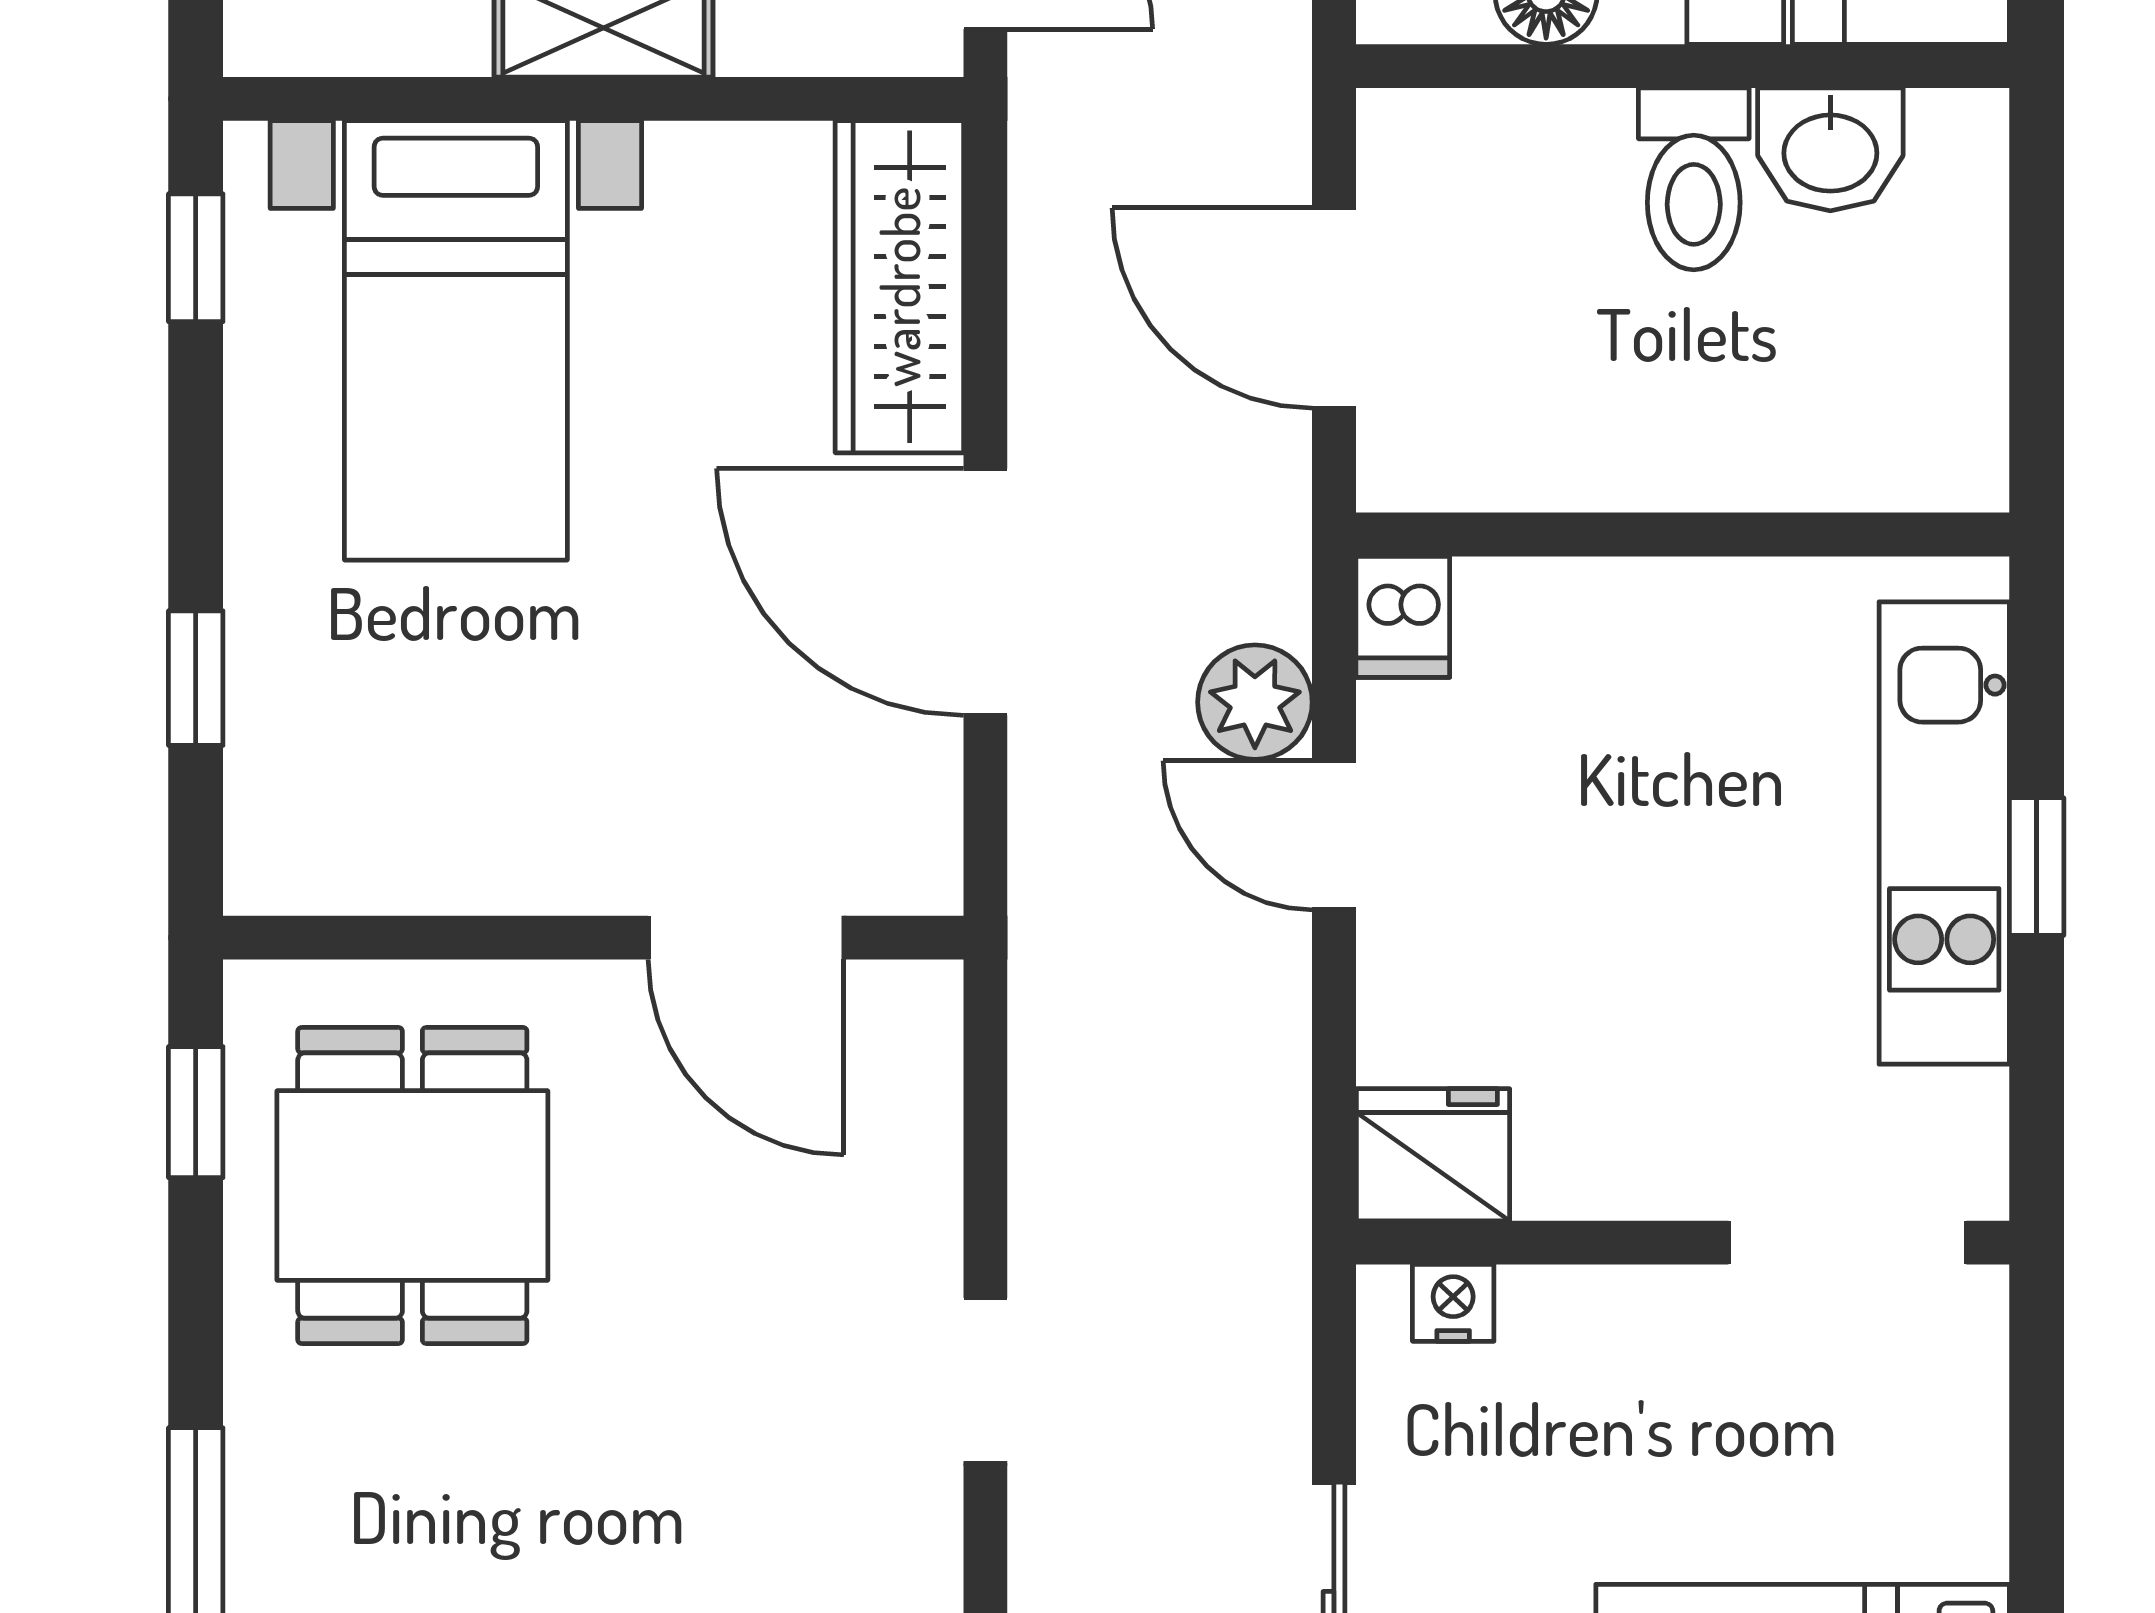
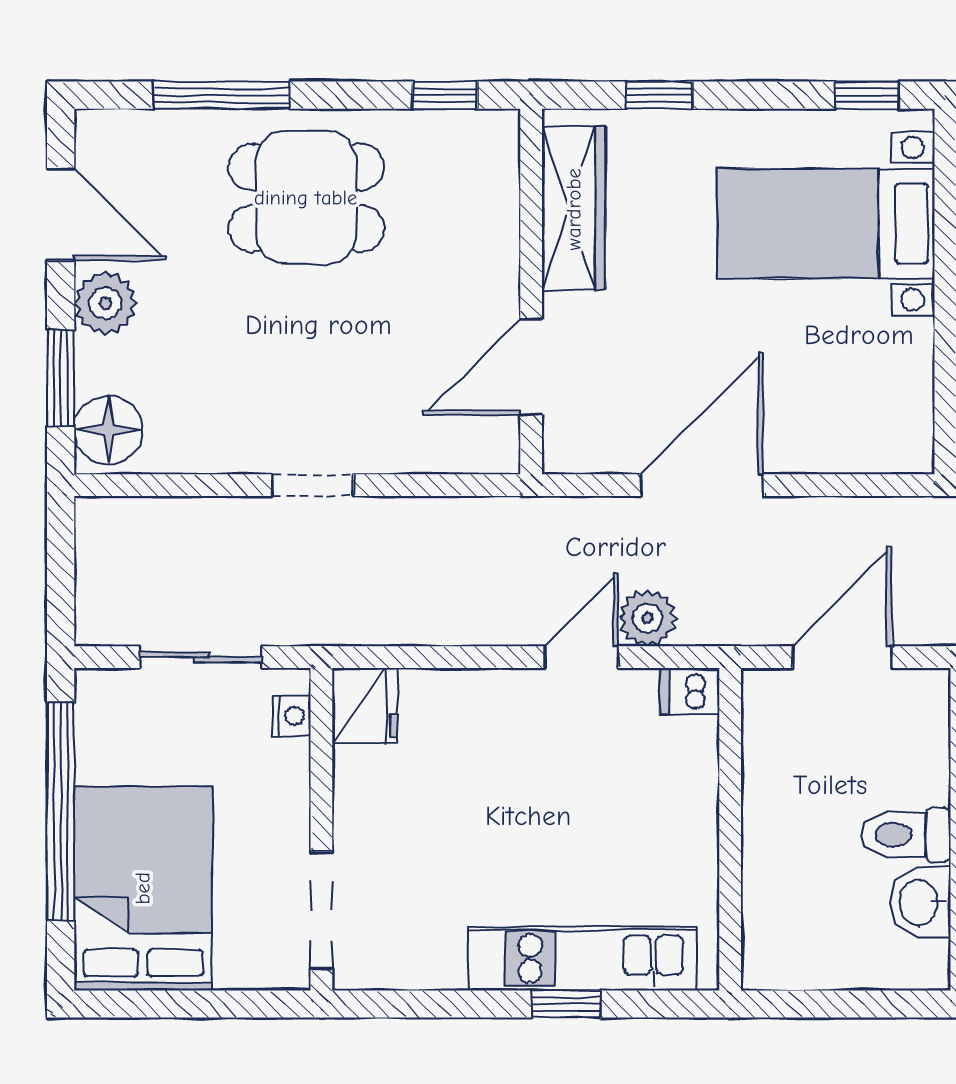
wardrobe: (899, 287) -> (574, 209), moved, turned 90
fridge: (1433, 1155) -> (365, 706), moved
dining table: (412, 1185) -> (306, 198), moved
wall: (1683, 1243) -> (321, 829), moved
doorway: (1847, 1243) -> (321, 911), moved
nightstand: (1453, 1303) -> (292, 716), moved

